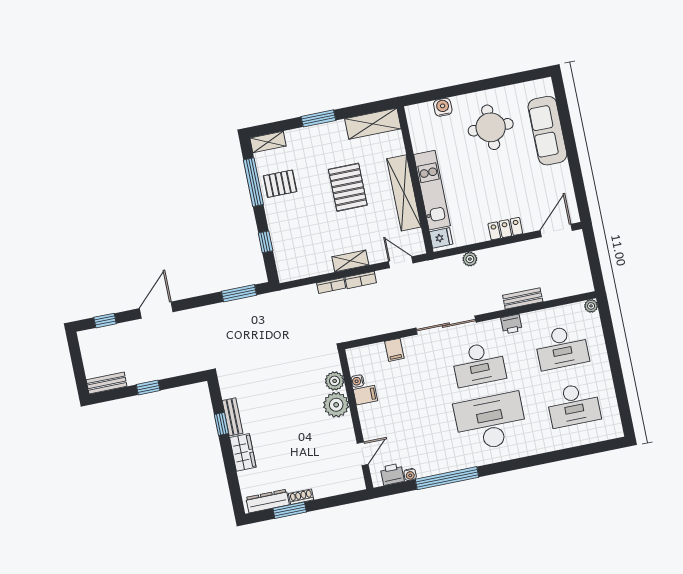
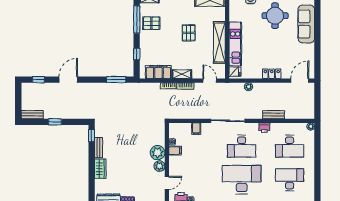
pallet: (348, 187) -> (189, 33), width x0.67, depth x0.71
filing cabinet: (309, 265) -> (158, 72), added
plant: (335, 381) -> (159, 166), moved
desk: (573, 405) -> (290, 180), turned 180
window: (221, 424) -> (92, 136), moved

